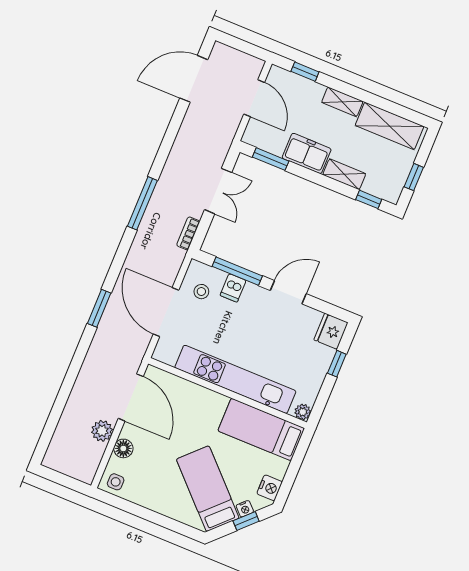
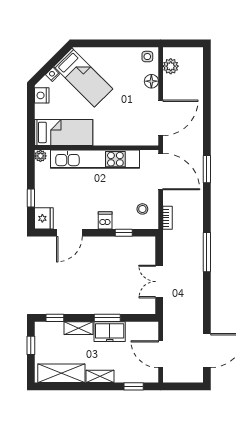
window: (271, 159) -> (107, 318), moved
bookcase: (188, 233) -> (167, 218), moved
window: (237, 271) -> (124, 233), width x0.46
dishwasher: (233, 288) -> (105, 220), moved
door: (288, 292) -> (69, 233), moved
door: (166, 312) -> (161, 171), moved
door: (131, 397) -> (161, 118), swing flipped
plant: (102, 431) -> (171, 66), moved
window: (246, 521) -> (48, 66), removed

